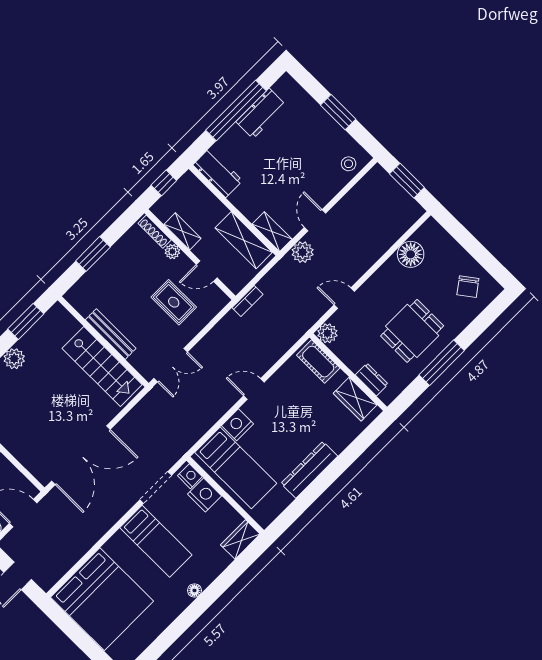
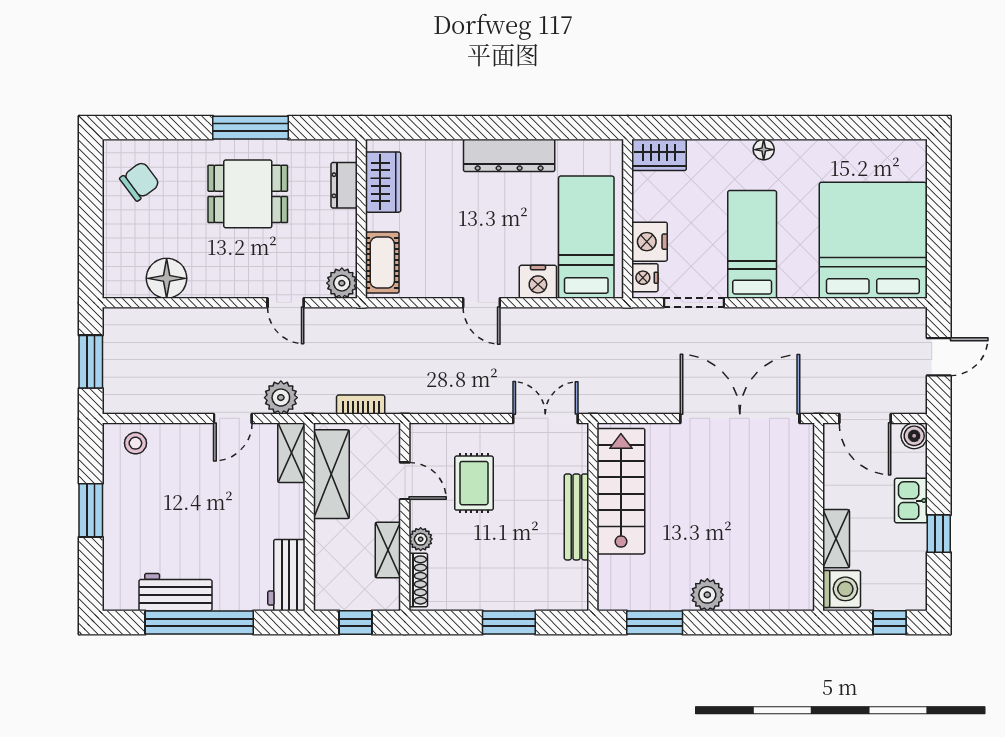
bookcase: (247, 301) -> (361, 405), moved

